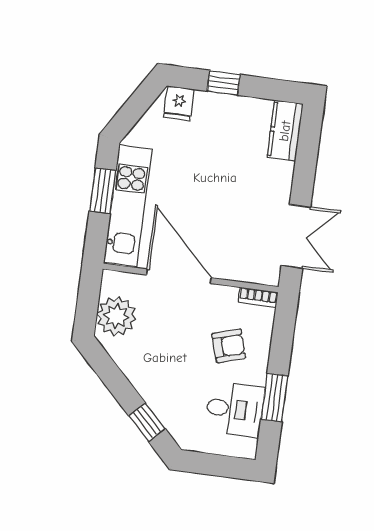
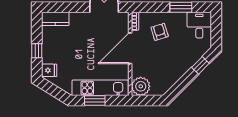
door: (179, 276) -> (130, 48), moved
plant: (116, 316) -> (141, 86), moved
desk: (235, 409) -> (199, 25), moved

